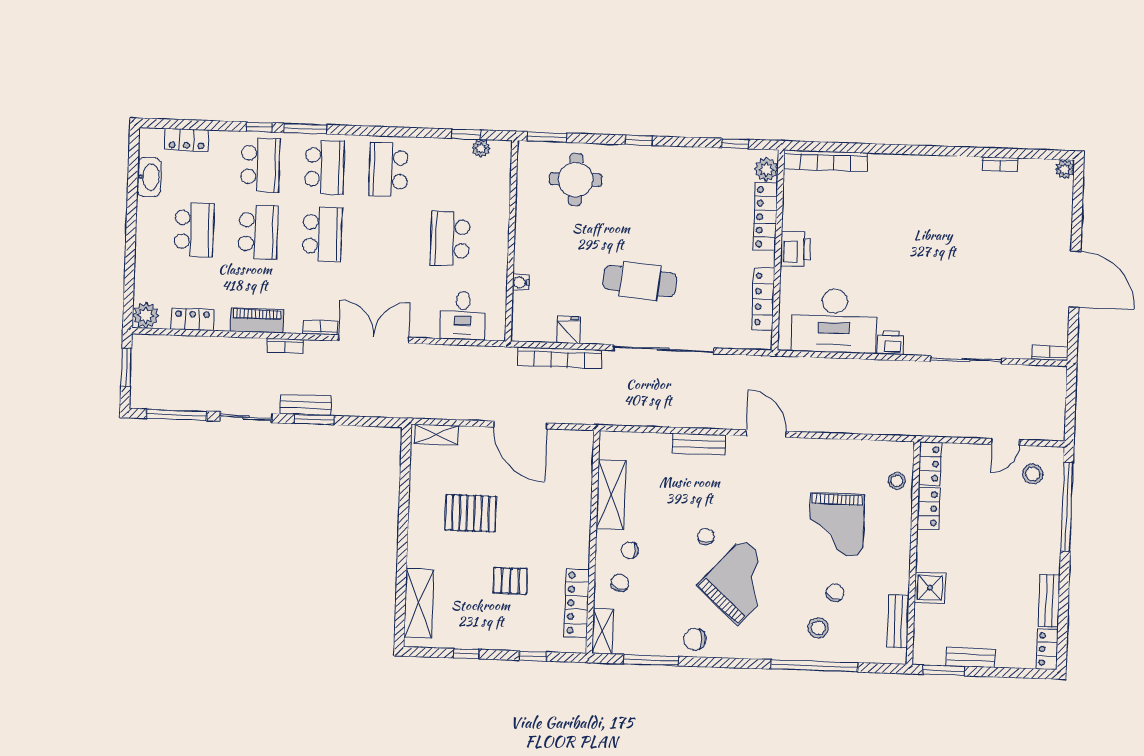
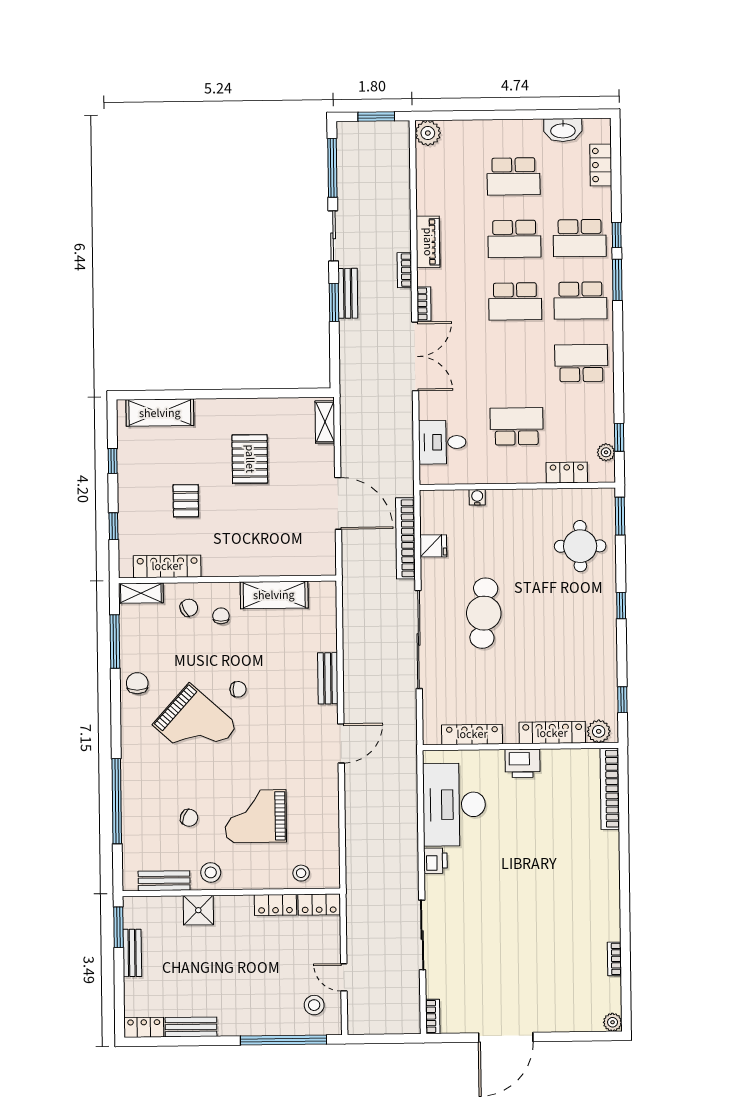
locker: (192, 319) -> (567, 473), moved, turned -90
door: (520, 425) -> (338, 503), swing flipped
chair: (620, 583) -> (189, 608), turned -44
stool: (818, 628) -> (211, 872), moved

